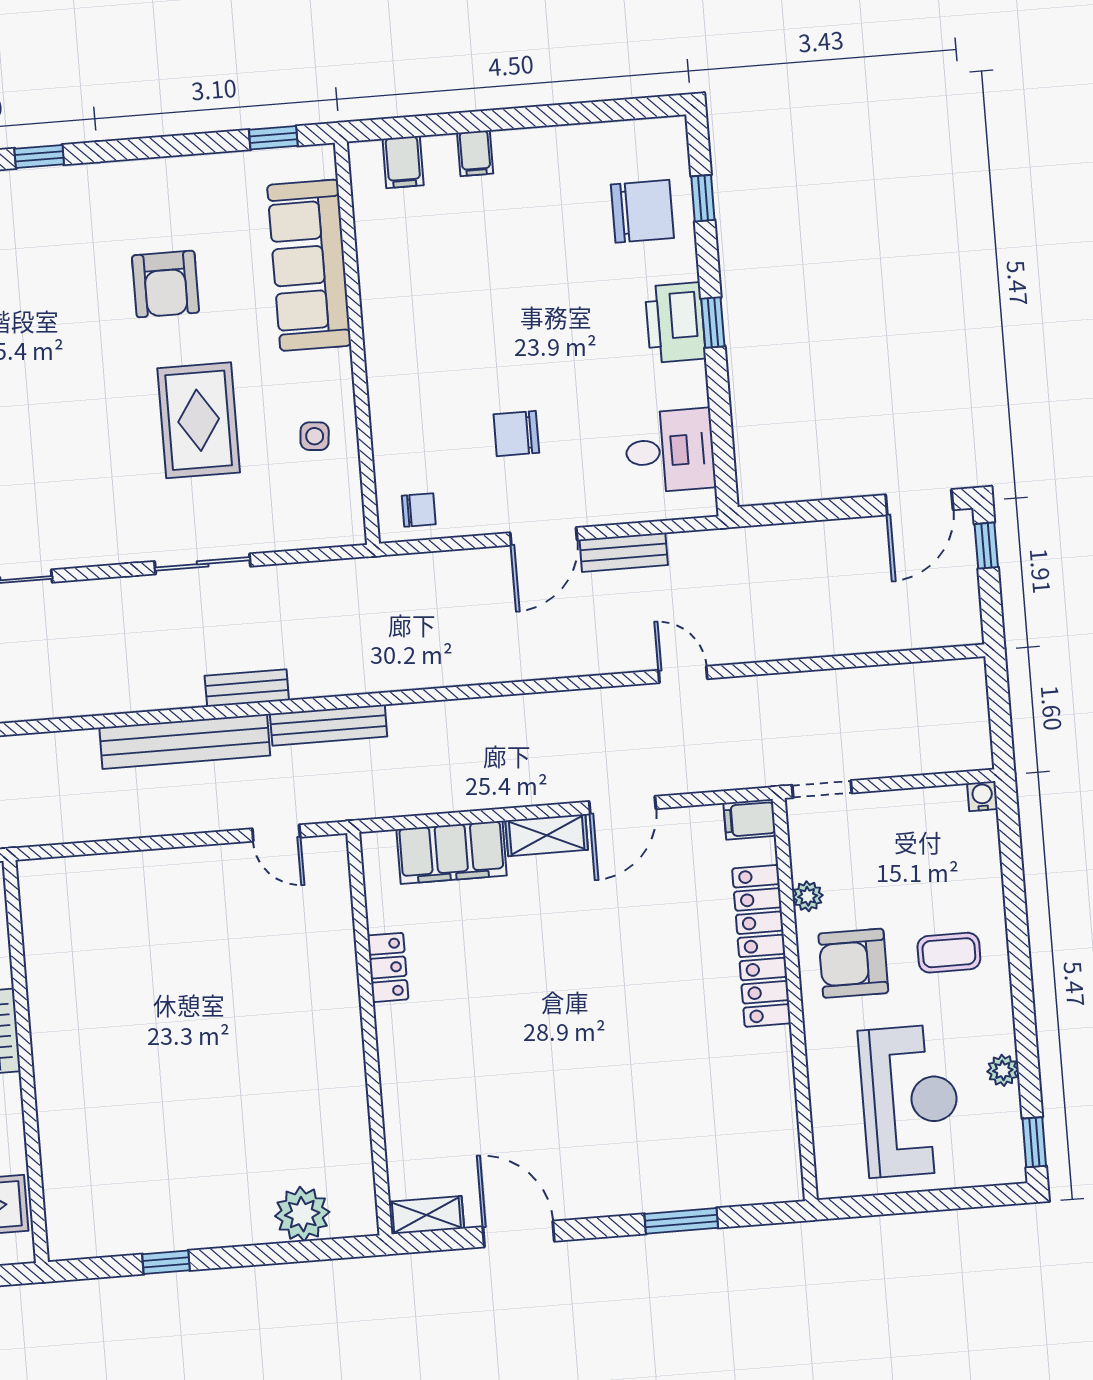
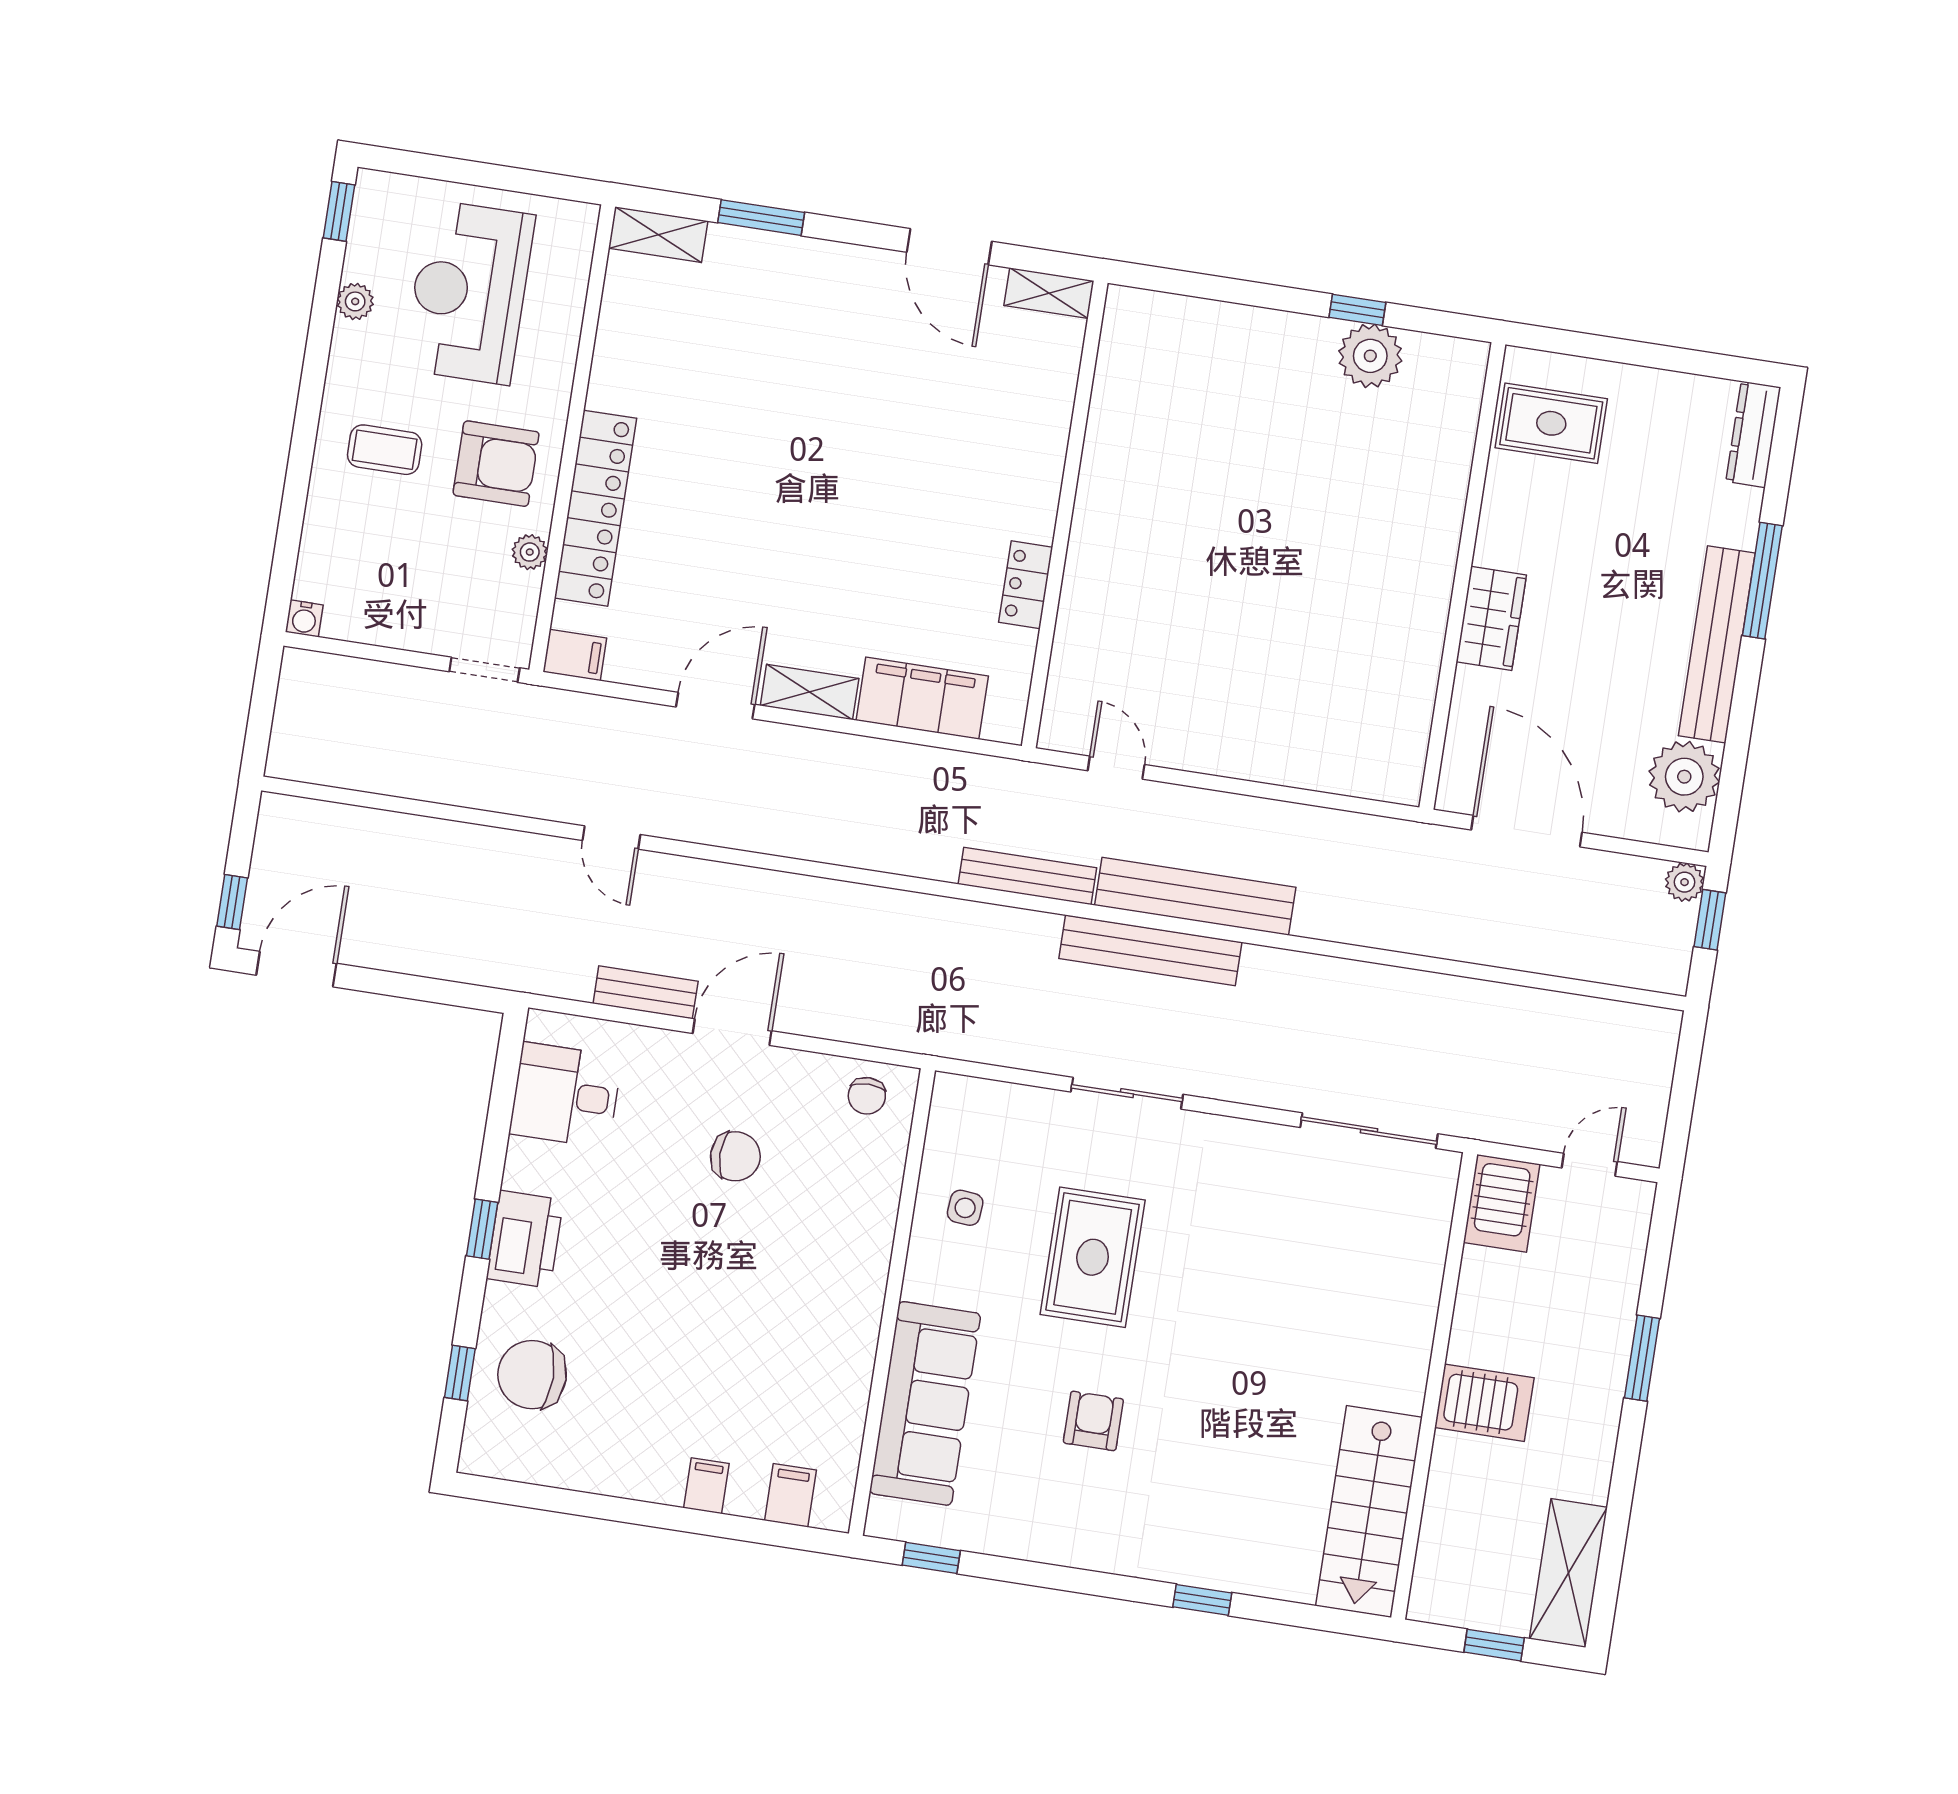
armchair: (165, 284) -> (1093, 1421), width x0.72, depth x0.72
chair: (419, 510) -> (867, 1096), turned -90
bench: (247, 688) -> (1150, 950), width x1.86, depth x1.21
shelving: (764, 1186) -> (658, 235), added
plant: (302, 1214) -> (1370, 356), moved

